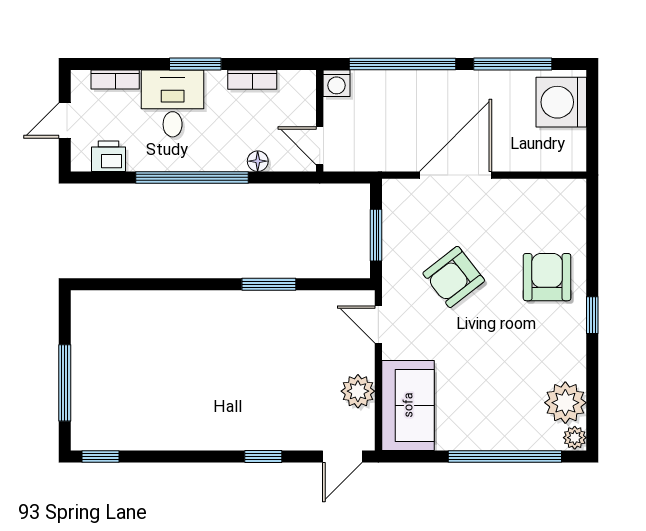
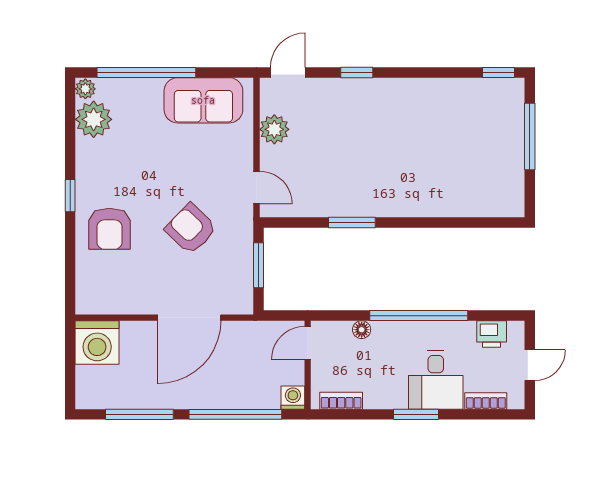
bookcase: (252, 80) -> (341, 401), moved
washing machine: (561, 102) -> (97, 343), moved, turned 90
door: (320, 146) -> (308, 343), swing flipped
armchair: (454, 277) -> (191, 229), turned -98
sofa: (408, 405) -> (203, 100), moved, turned -90

